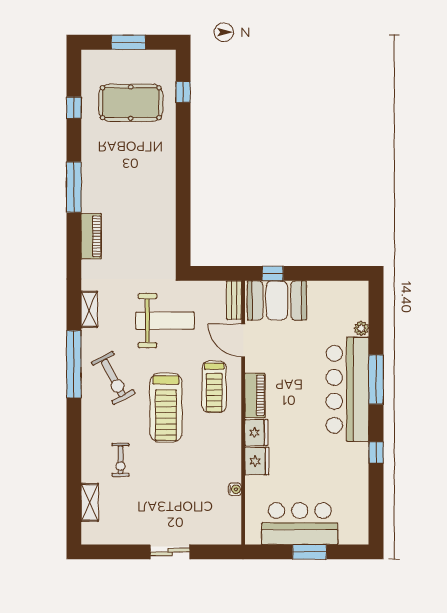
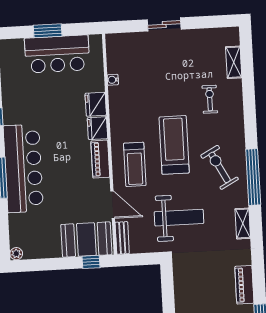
weight bench: (165, 321) -> (179, 218), turned 180
plant: (361, 328) -> (16, 254), moved
treadmill: (214, 387) -> (135, 164), turned 180

